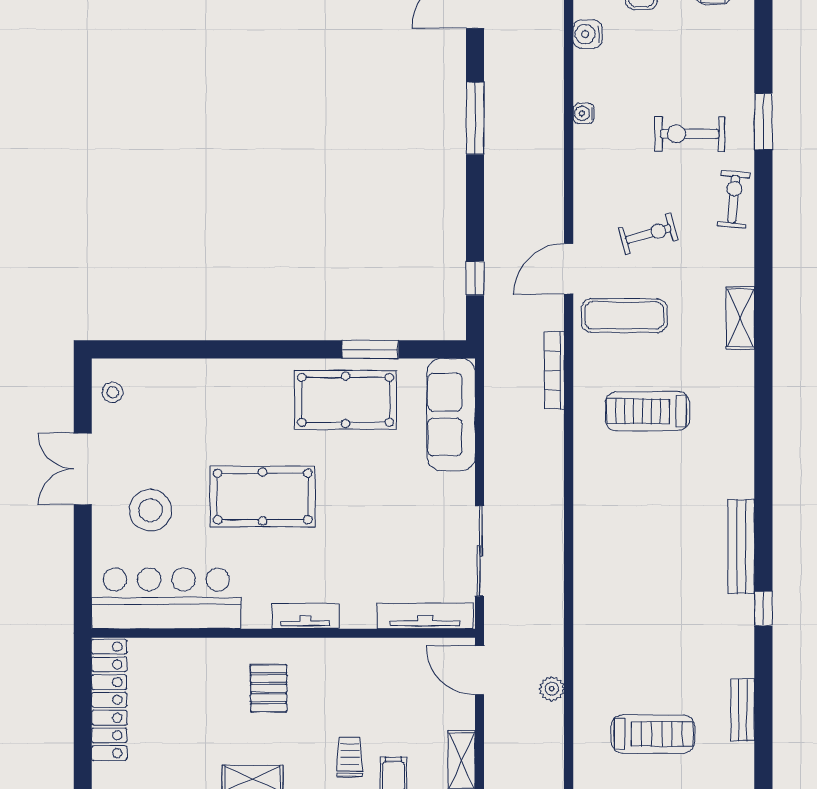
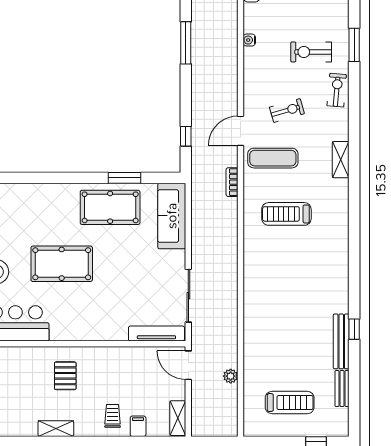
bookcase: (554, 371) -> (232, 182), width x0.64
bench: (741, 546) -> (341, 341), moved
tv unit: (306, 616) -> (87, 334), removed

